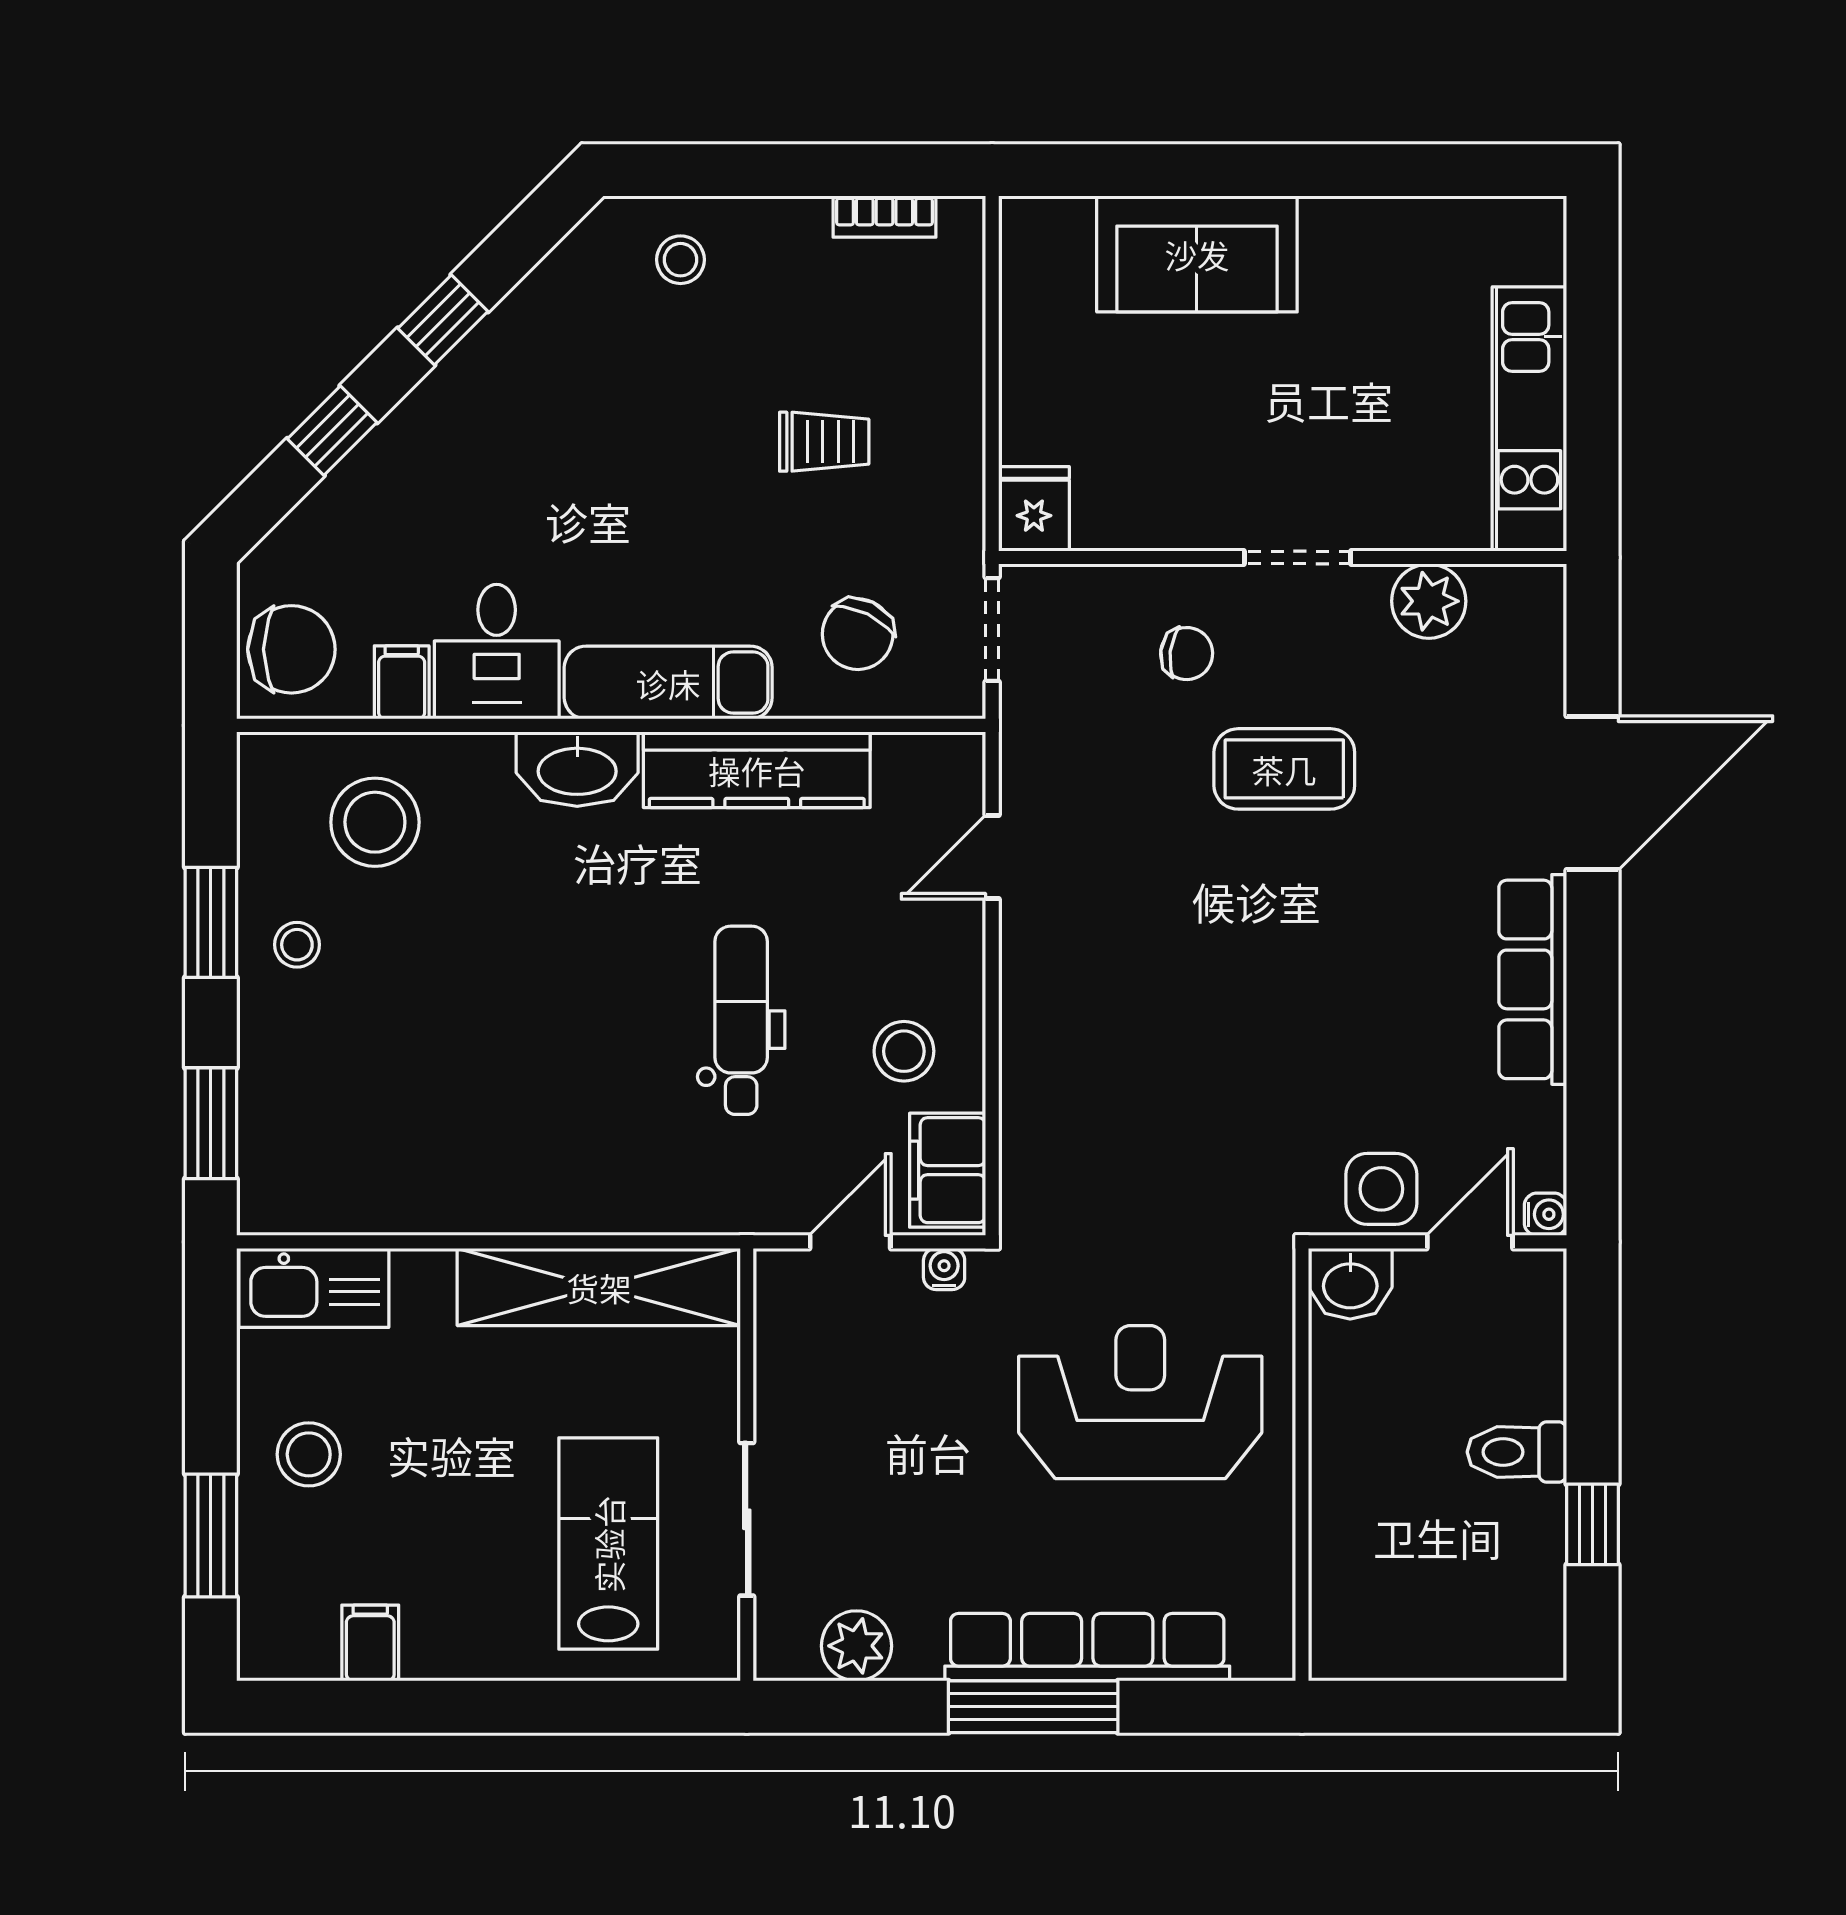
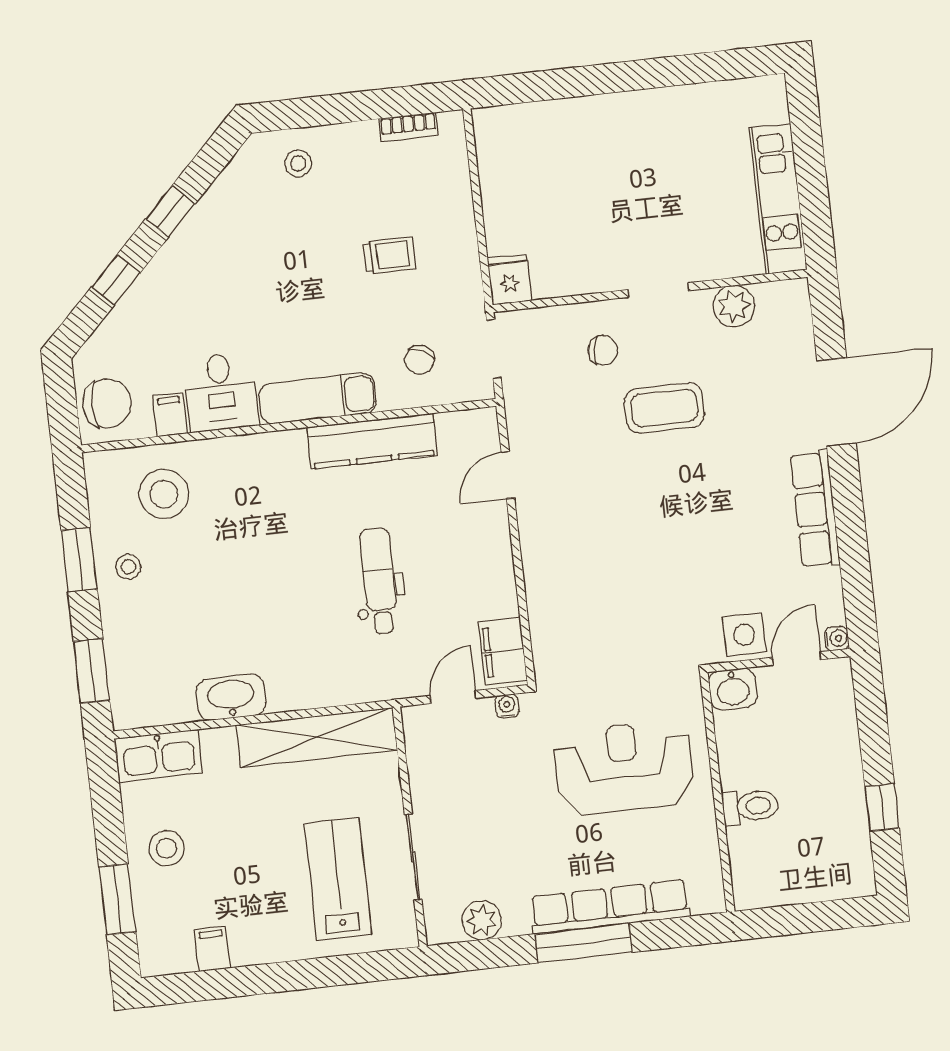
sofa: (1197, 254) -> (584, 128), removed
chair: (858, 634) -> (420, 360), width x0.73, depth x0.73
washbasin: (577, 769) -> (231, 697), moved, turned 180
stool: (904, 1051) -> (471, 588), removed
toilet: (1517, 1452) -> (750, 806), moved, turned 180

